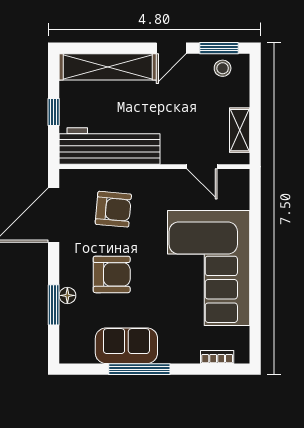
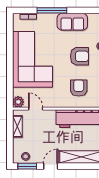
plant: (238, 181) -> (18, 102), added
armchair: (113, 209) -> (79, 88), turned 85
armchair: (112, 274) -> (79, 56), turned 180
window: (139, 369) -> (52, 10), moved

